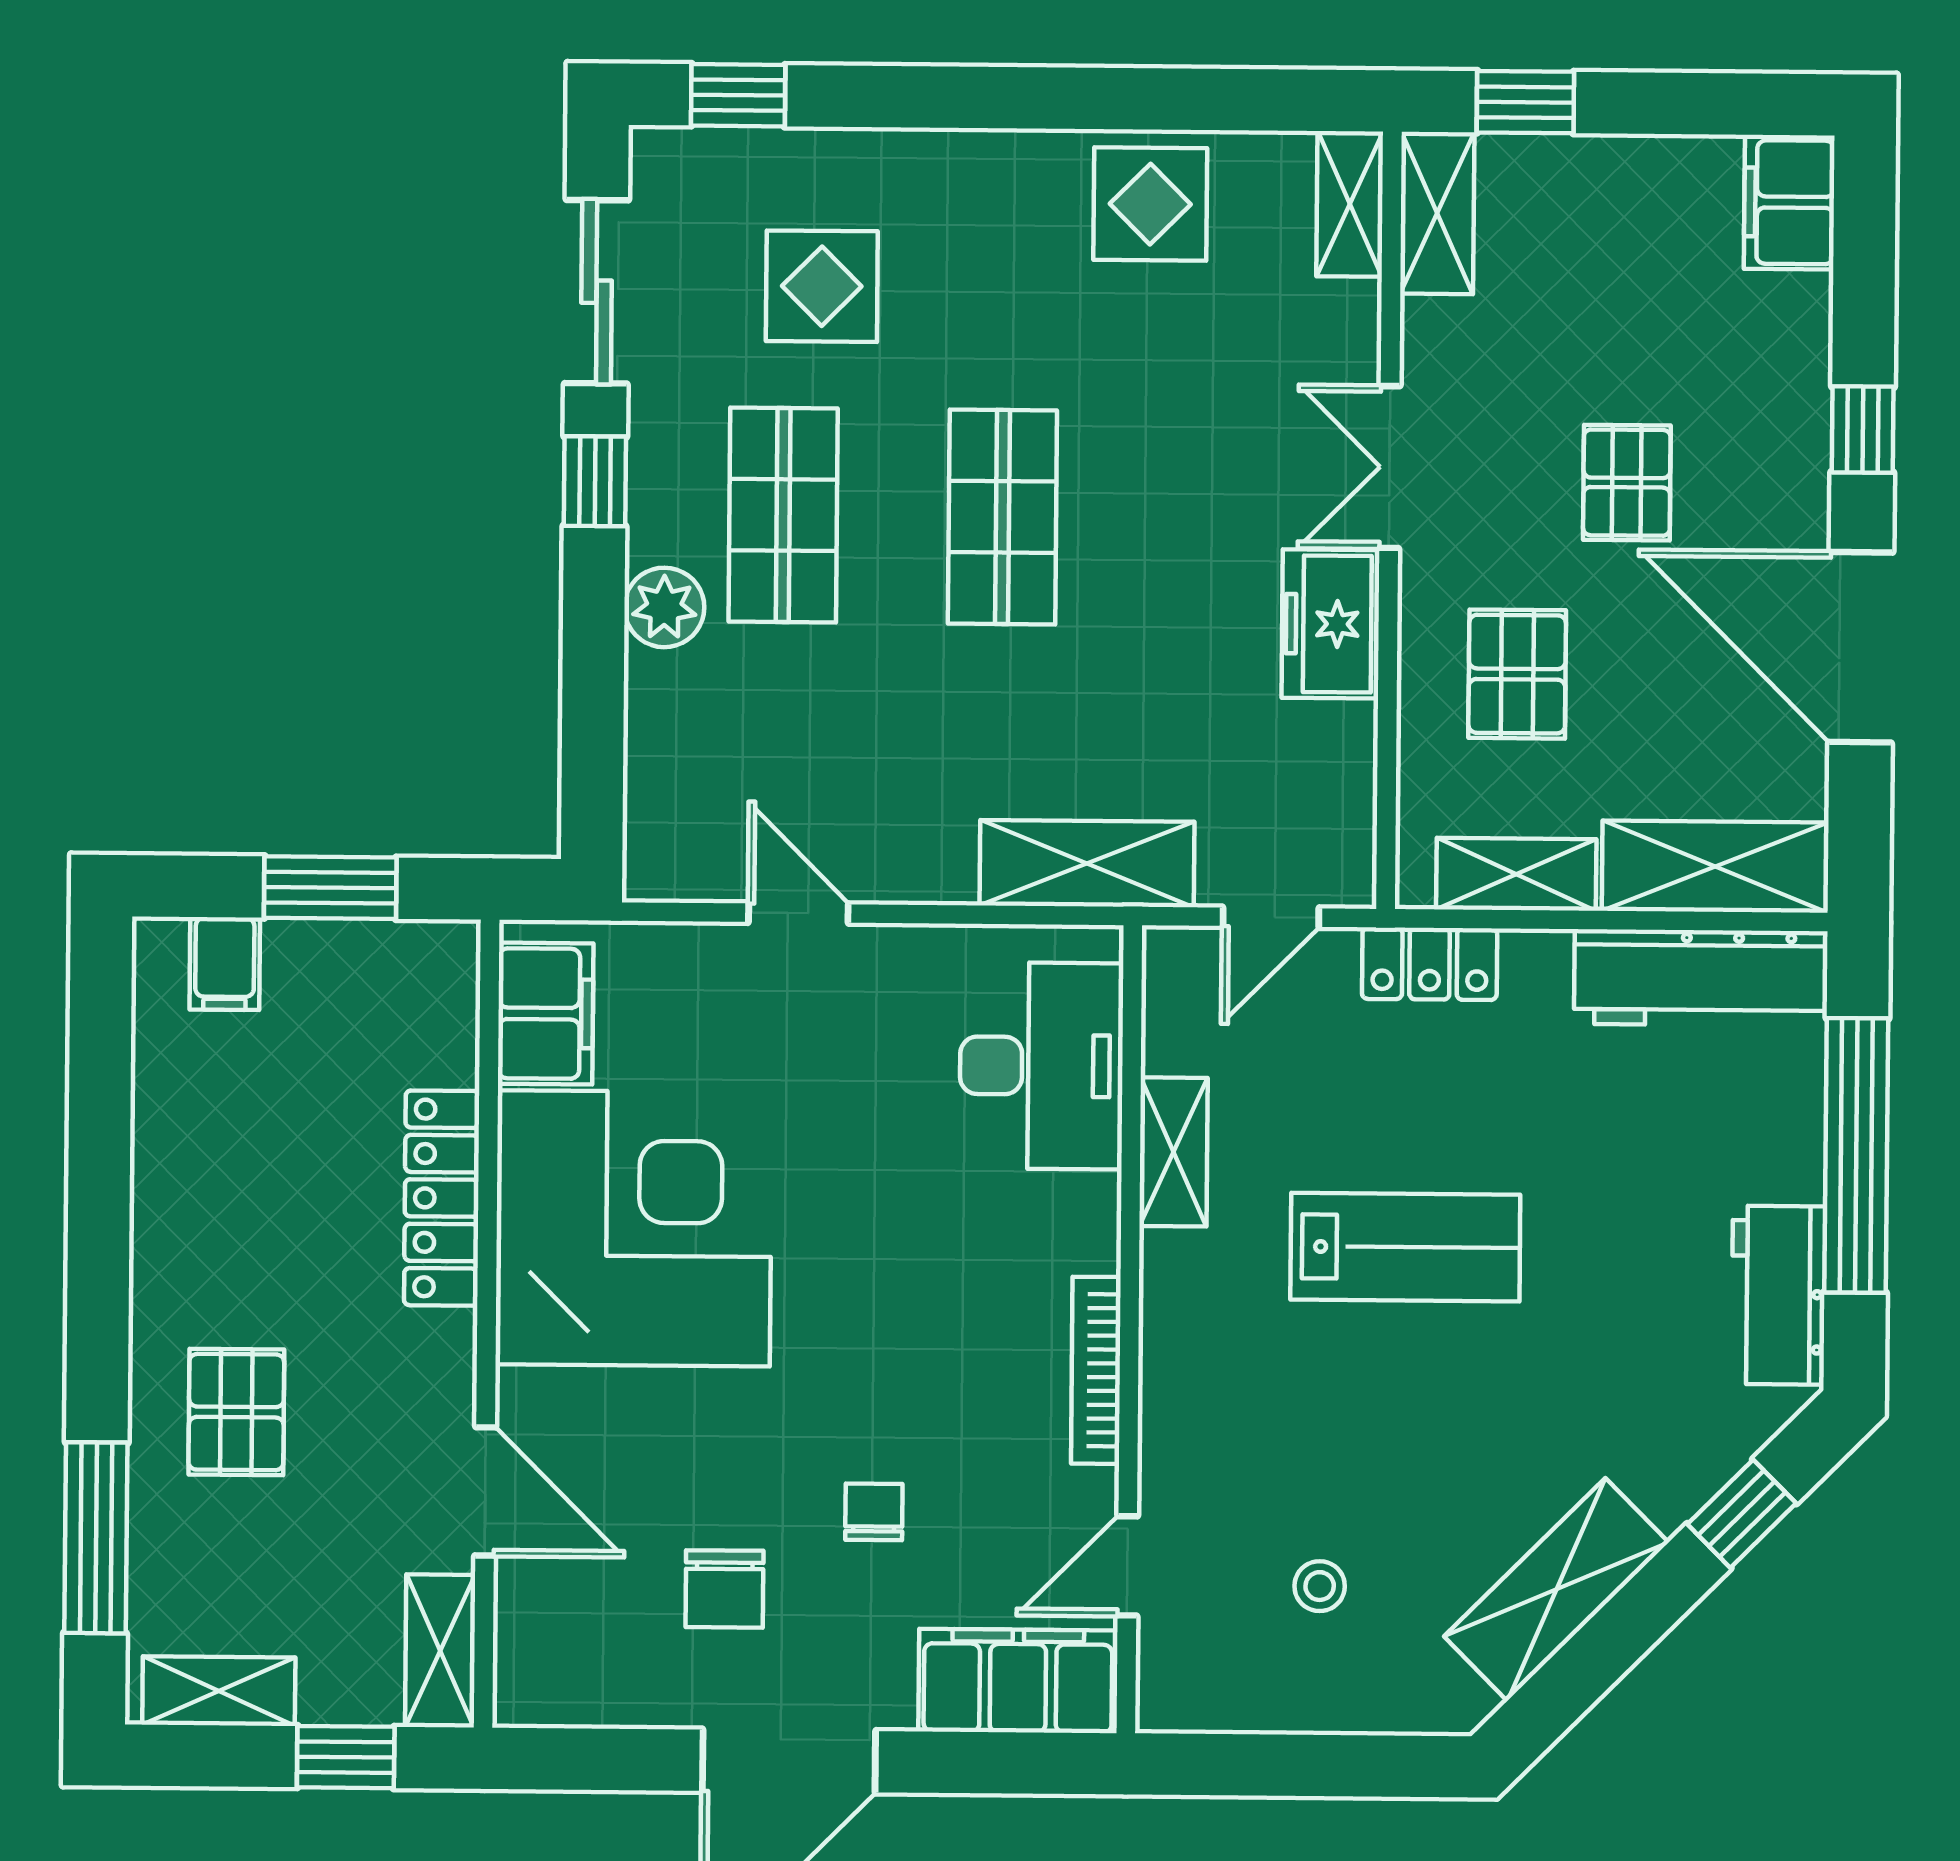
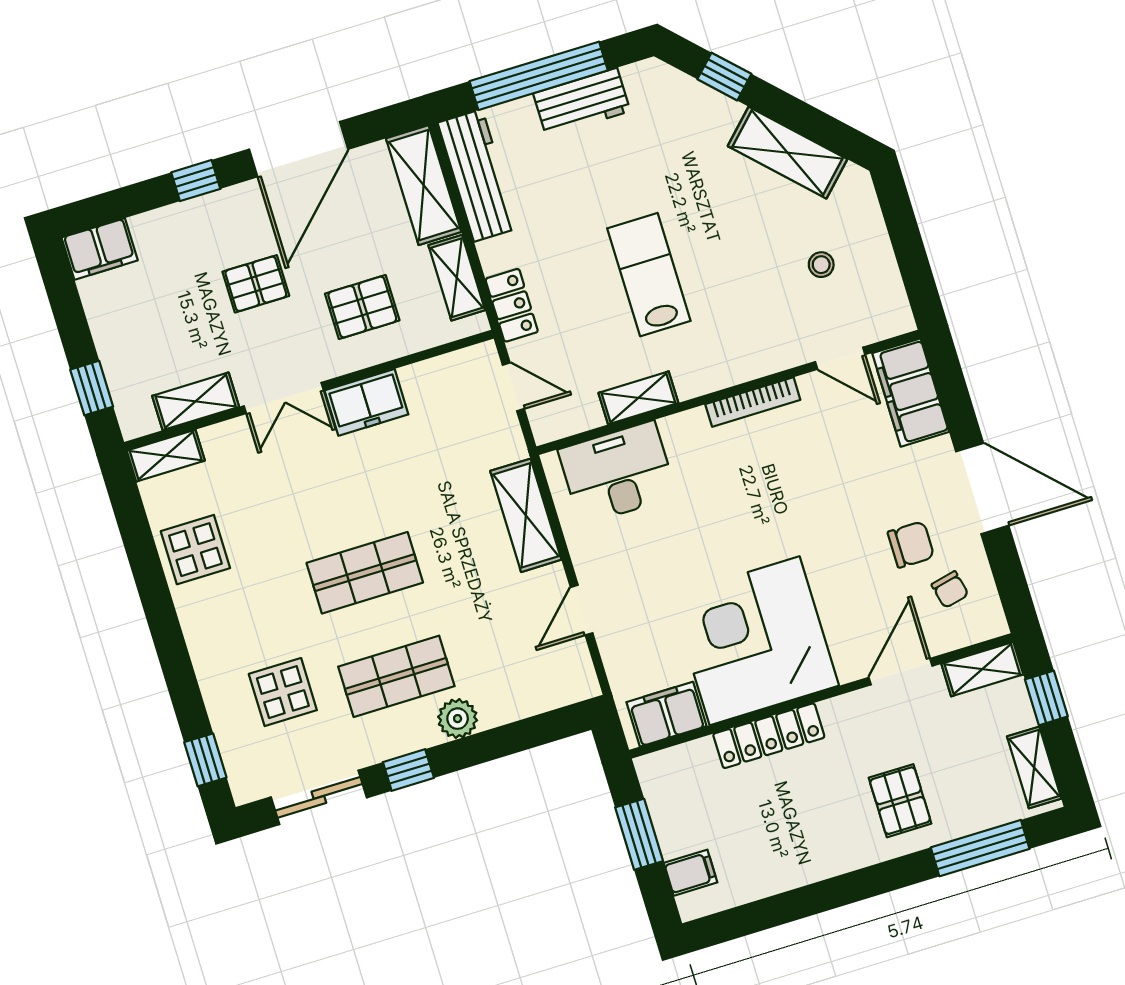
shelving: (1437, 213) -> (196, 401), moved
shelving: (1087, 864) -> (526, 515), moved
workbench: (1778, 1295) -> (582, 102), moved
pallet: (236, 1412) -> (900, 801), turned 90
chair: (874, 1512) -> (950, 590), moved, turned -103

